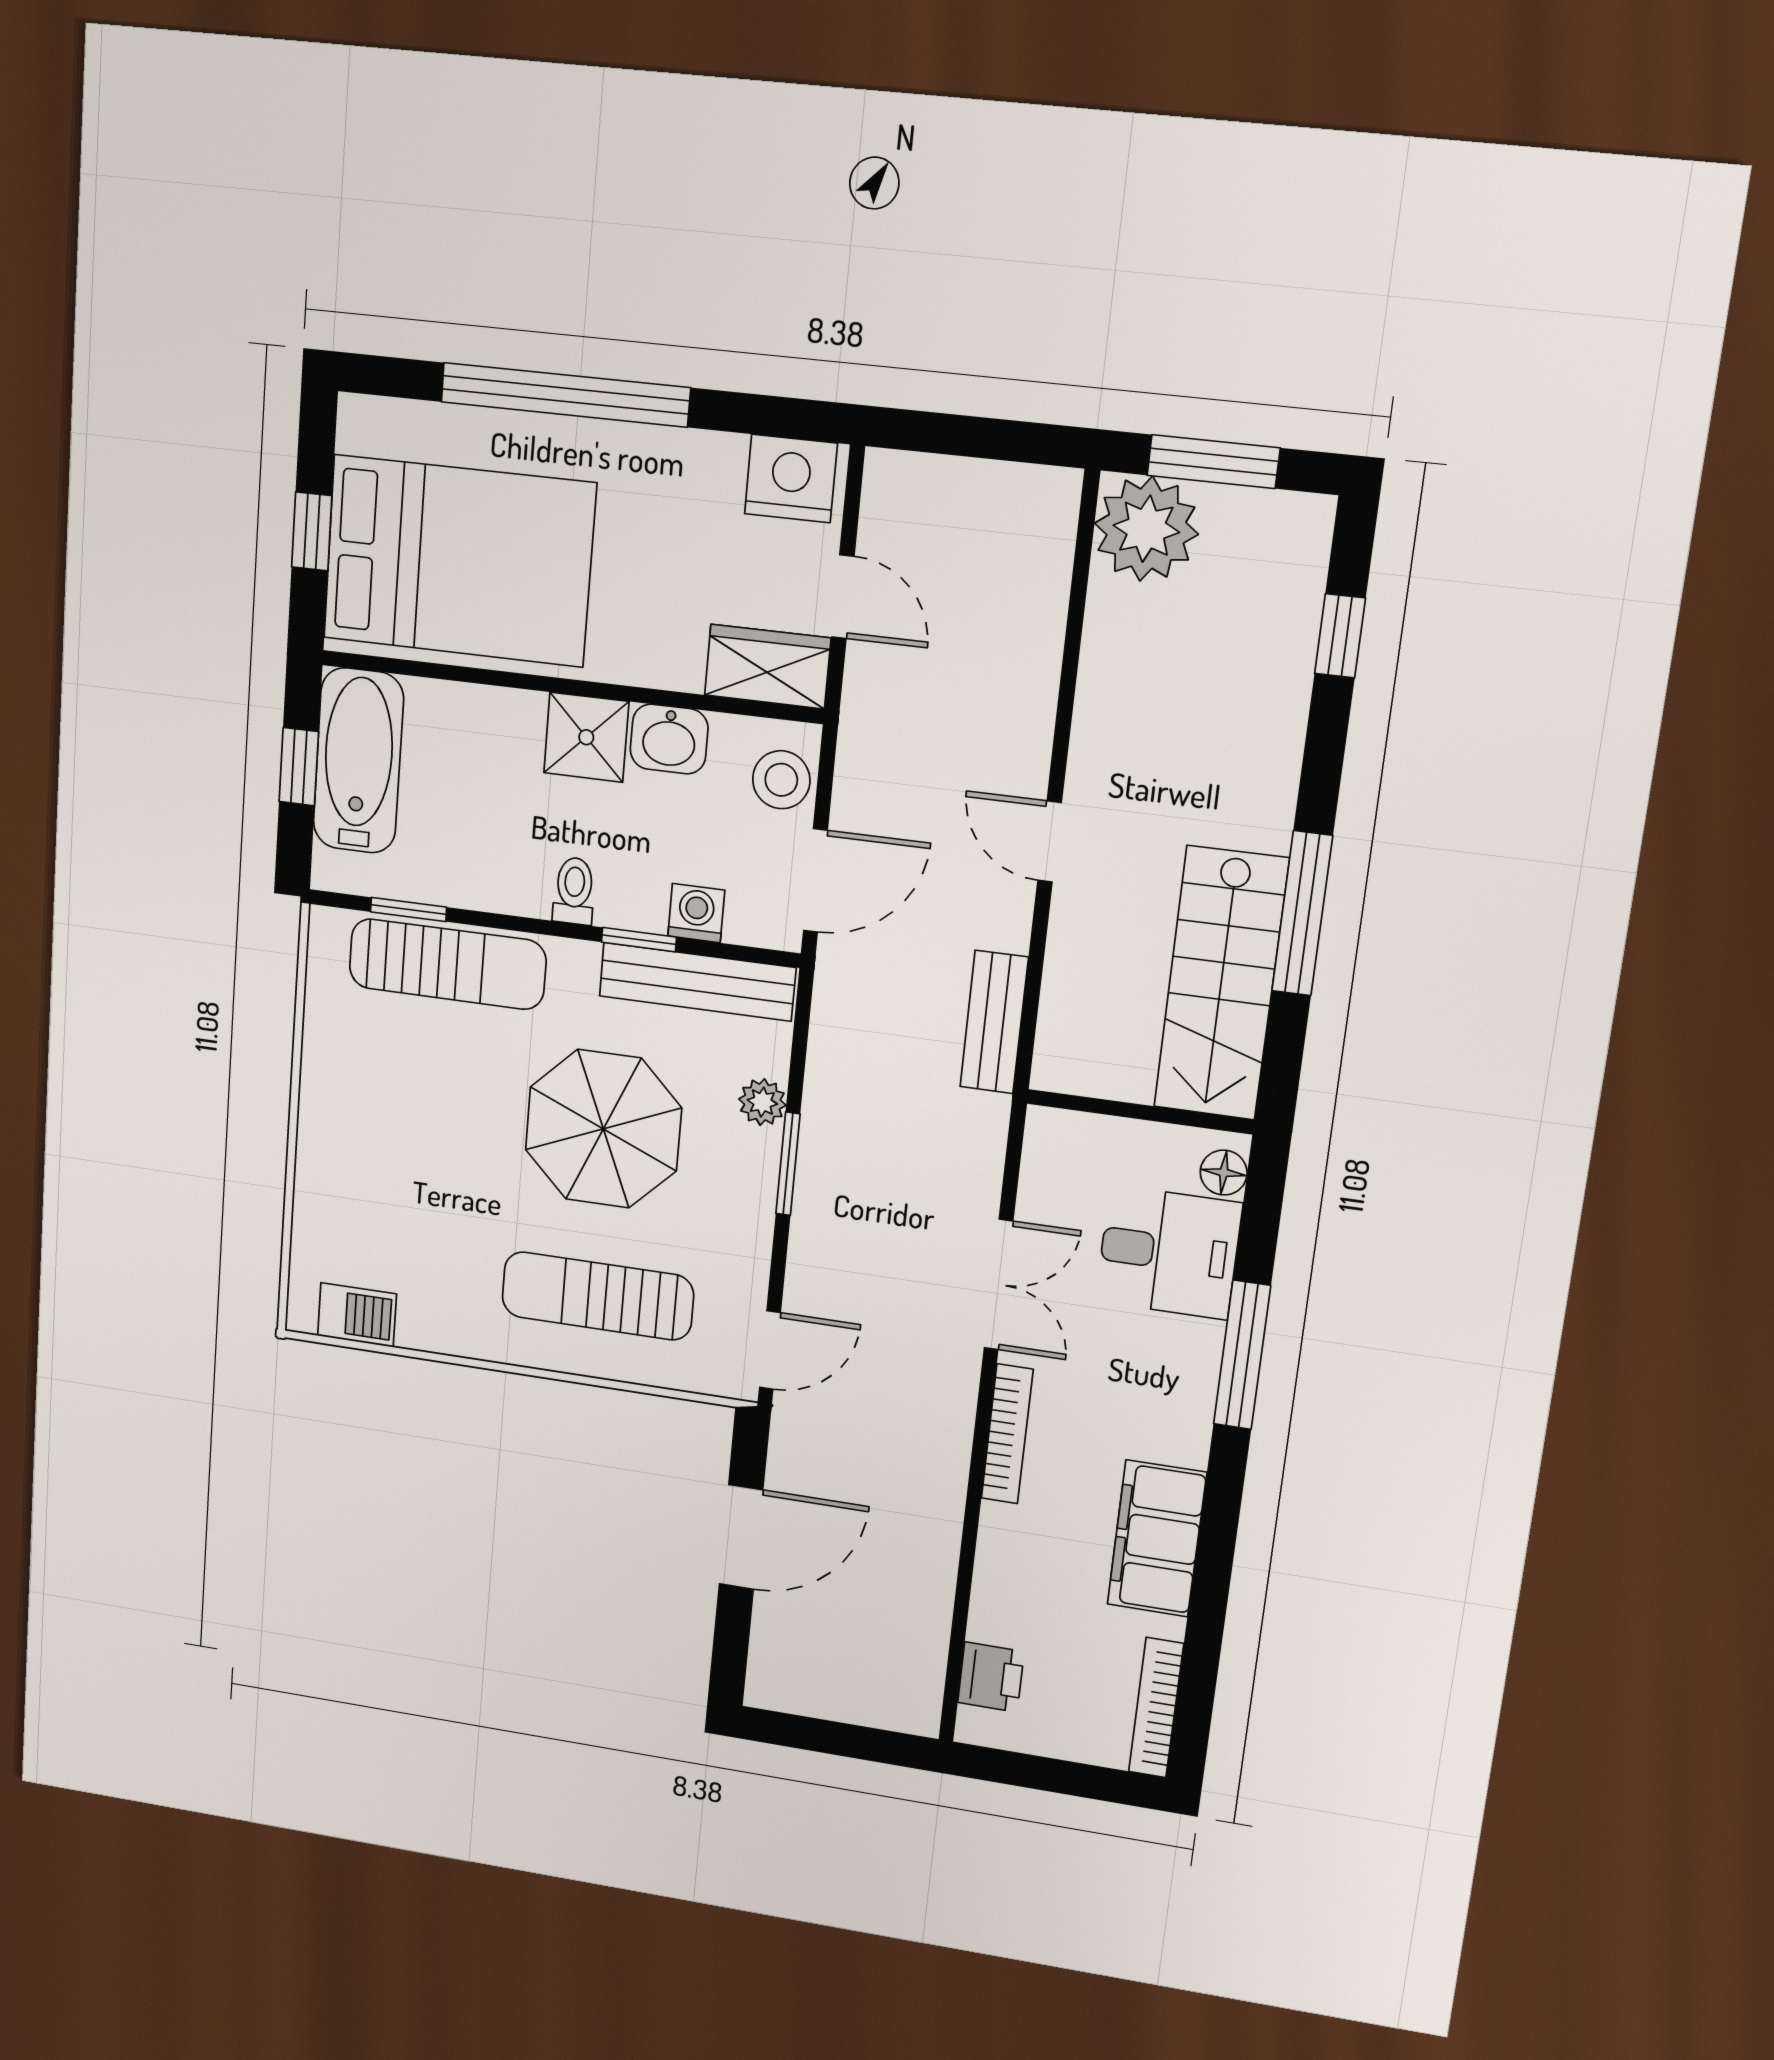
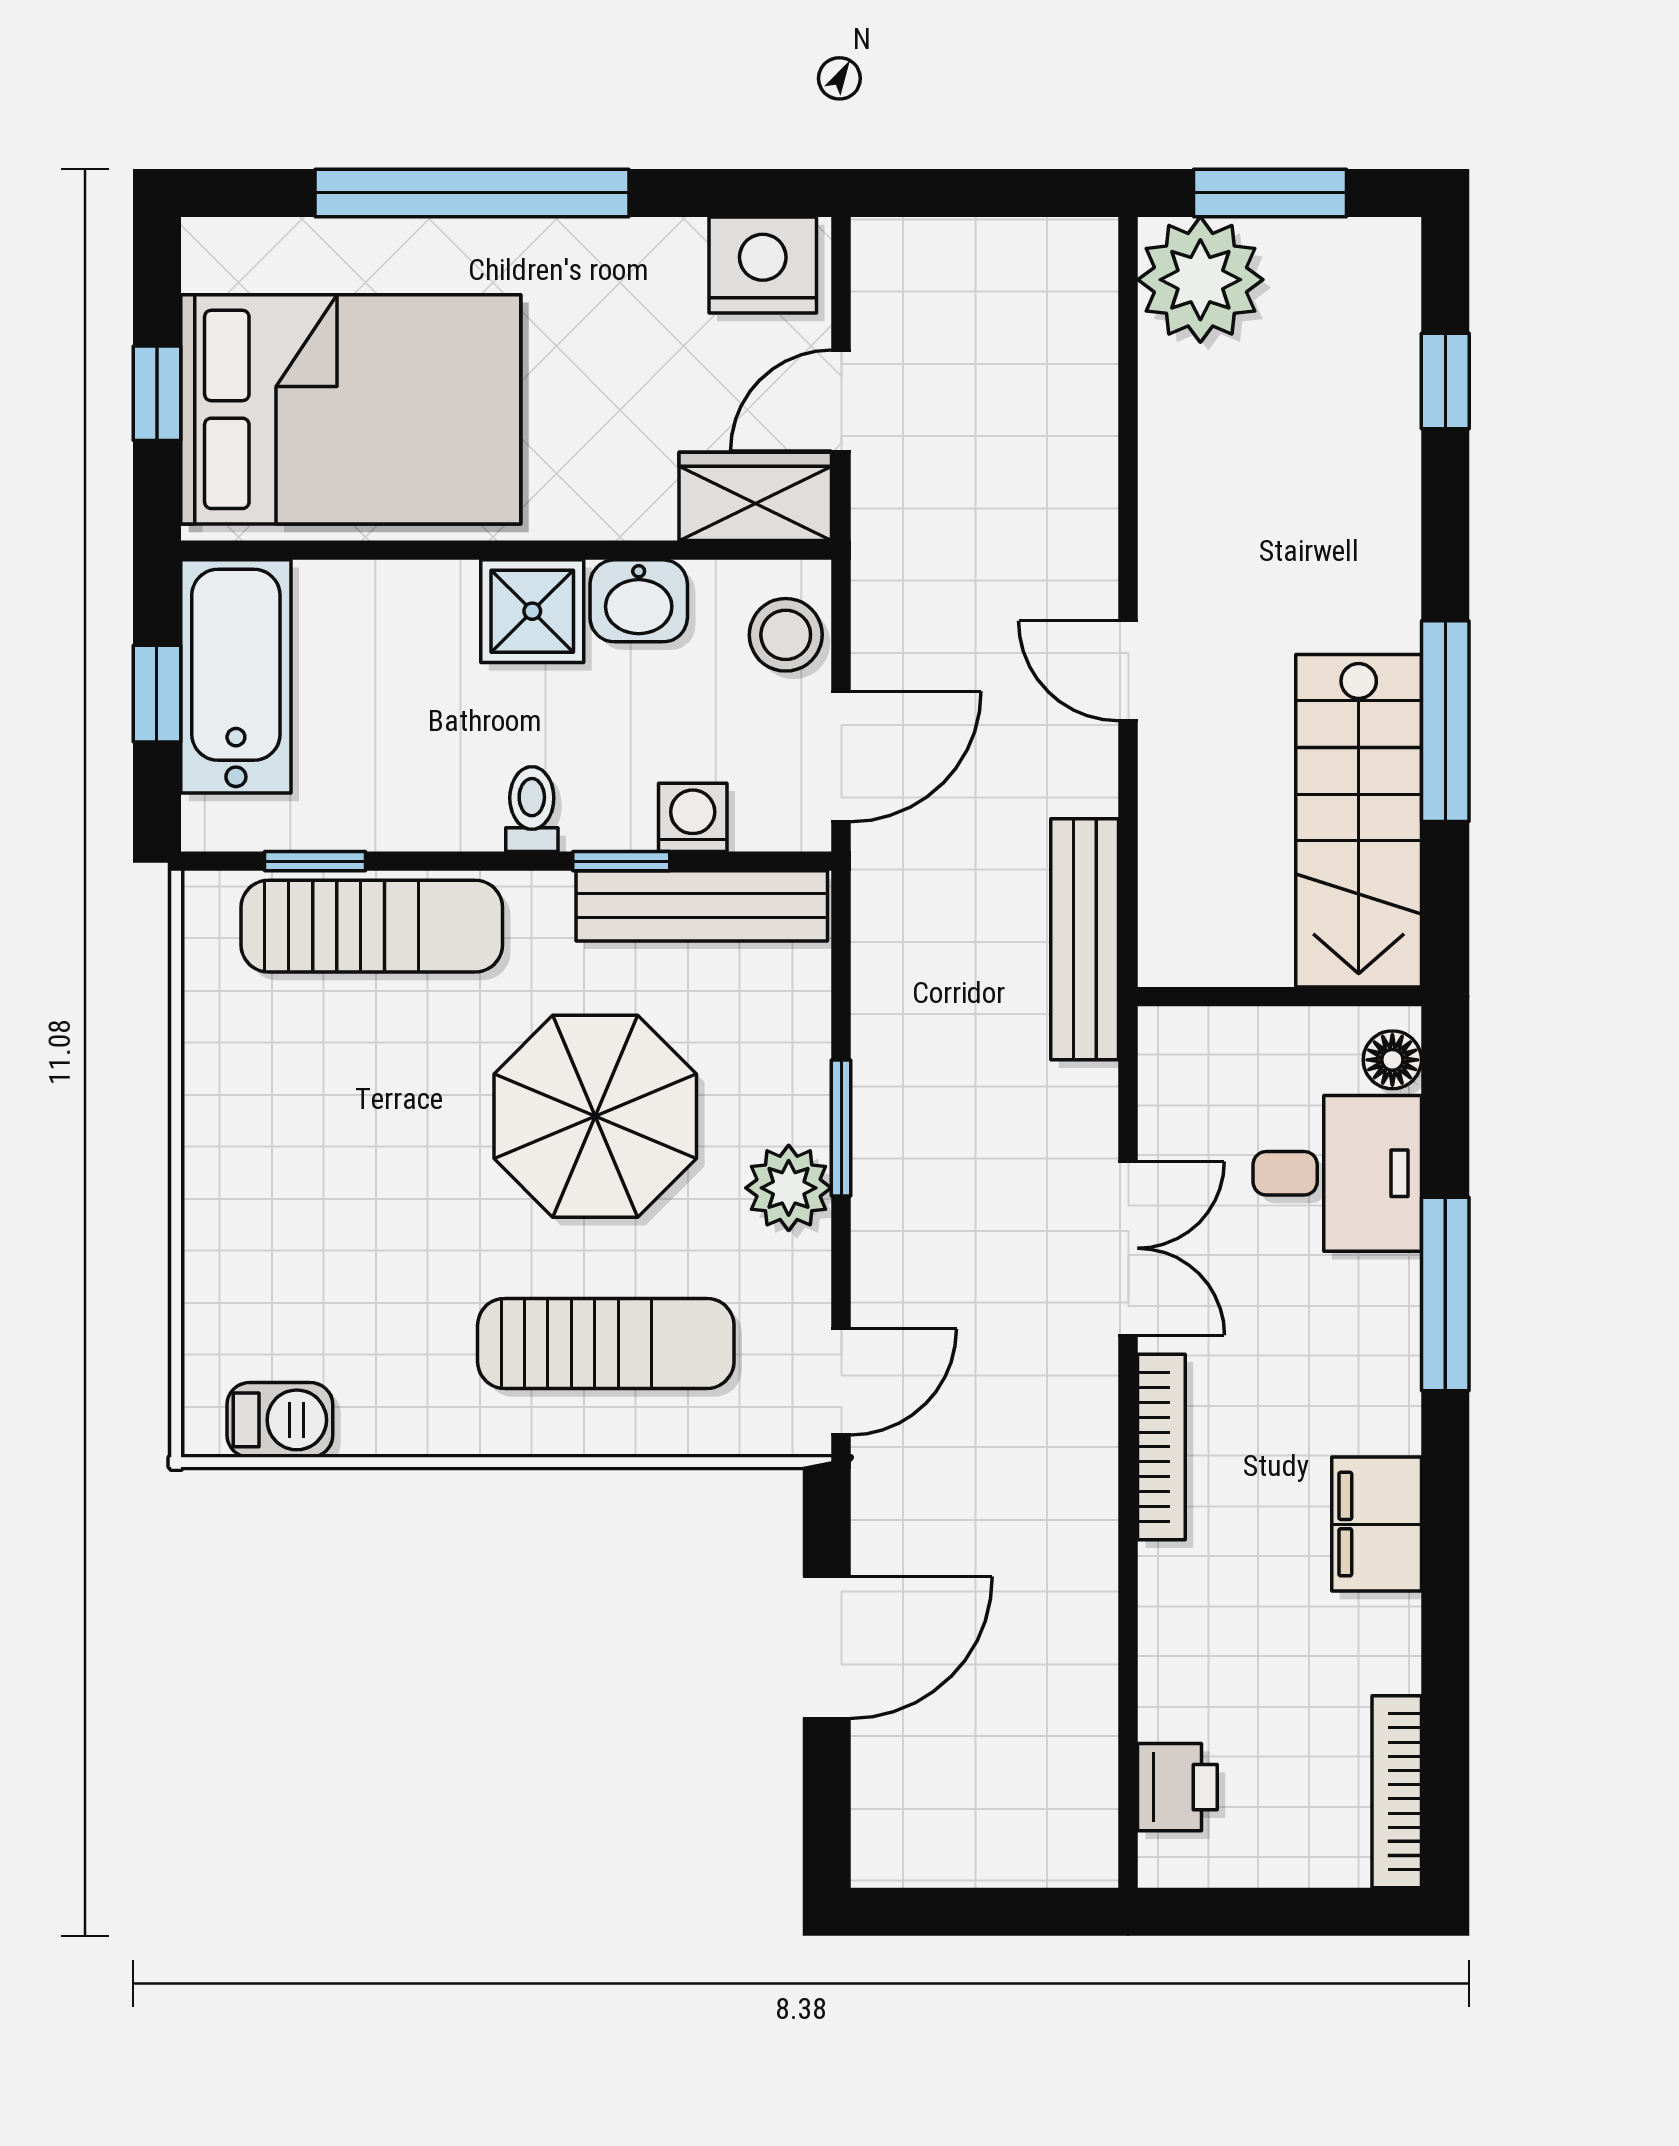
door: (843, 597) -> (841, 401), swing flipped
bench: (994, 1022) -> (1085, 939), width x1.36
plant: (762, 1102) -> (789, 1188), moved, width x1.38, depth x1.38
sun lounger: (598, 1296) -> (606, 1343), turned 180
filing cabinet: (1157, 1539) -> (1377, 1524), width x0.67, depth x0.86

